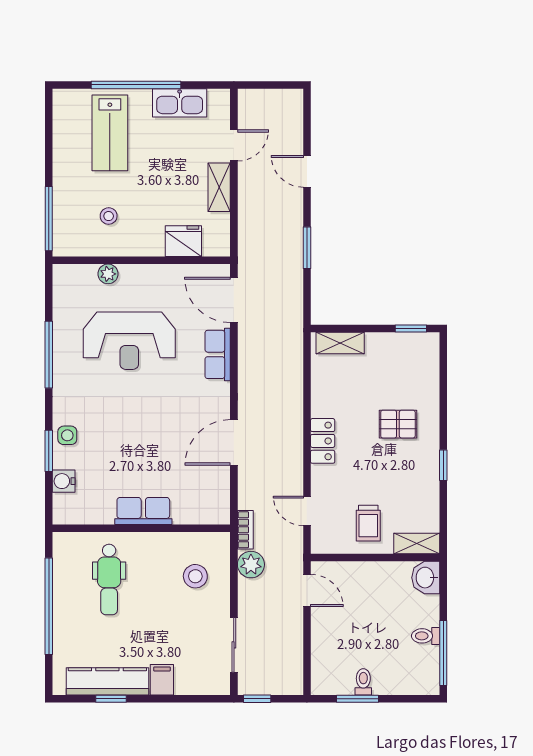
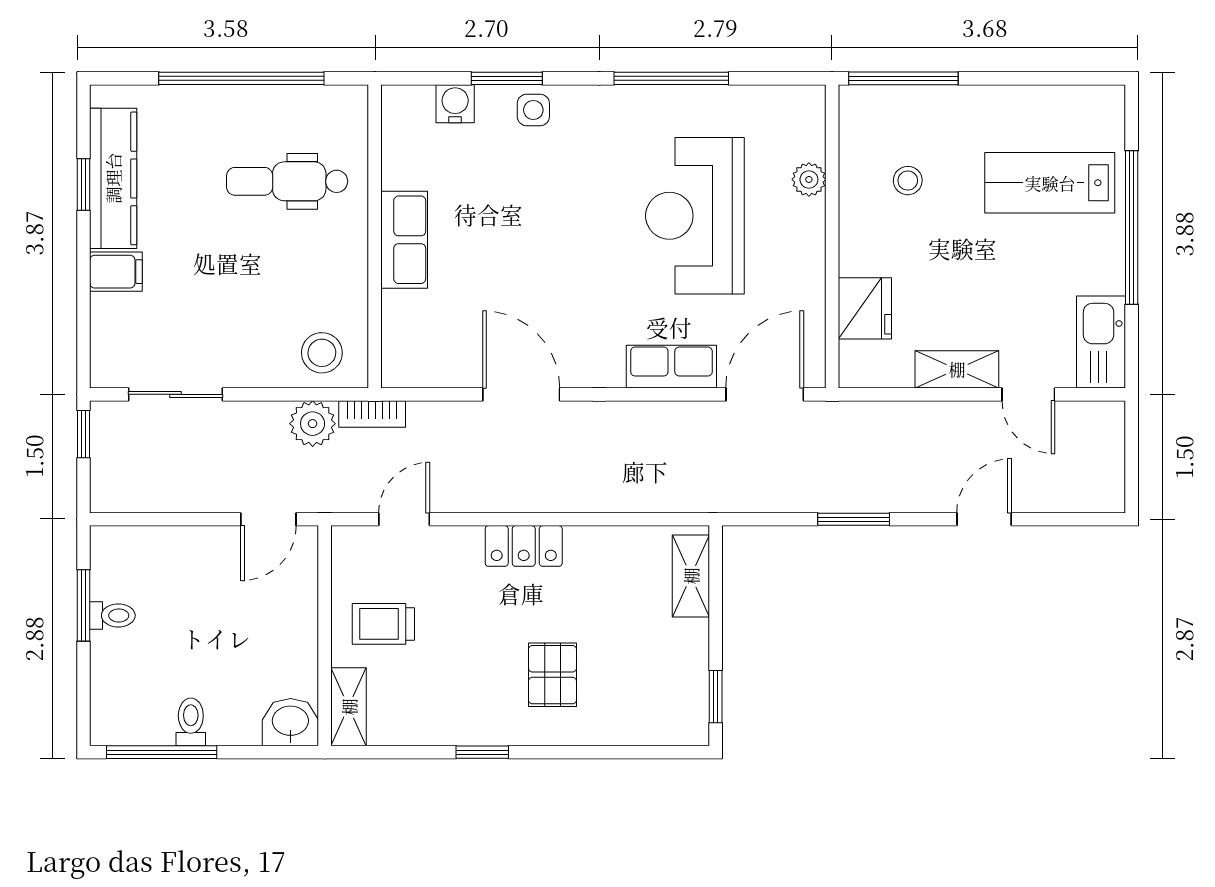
kitchen sink: (180, 103) -> (1101, 342), moved
stool: (195, 576) -> (322, 353), moved

